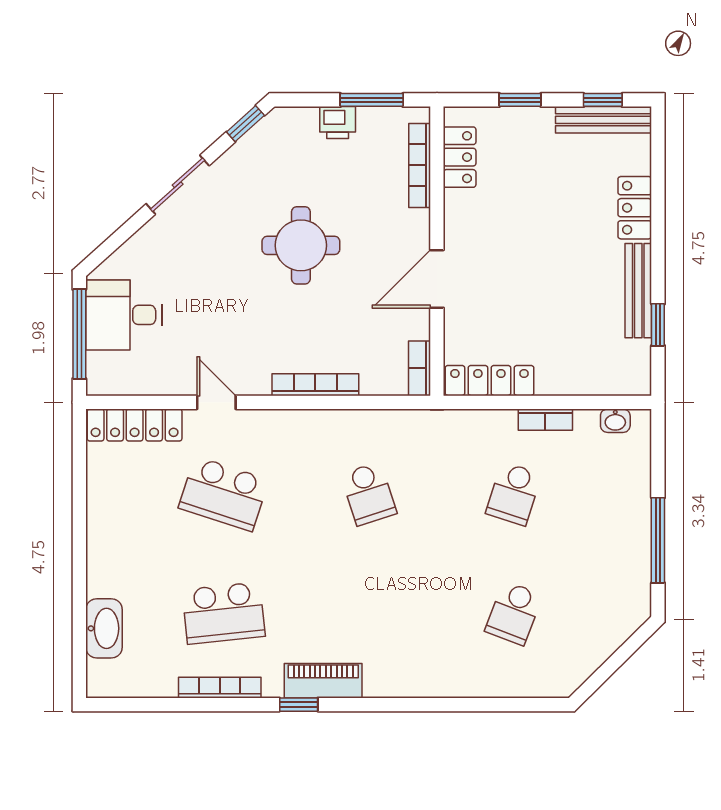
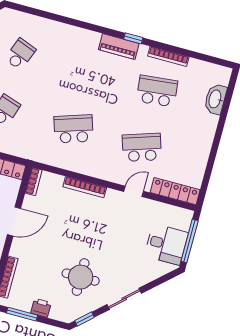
round table: (301, 245) -> (81, 277), moved
door: (216, 402) -> (134, 191), swing flipped
school desk: (224, 494) -> (142, 147), turned -36
school desk: (369, 494) -> (74, 129), width x1.85

